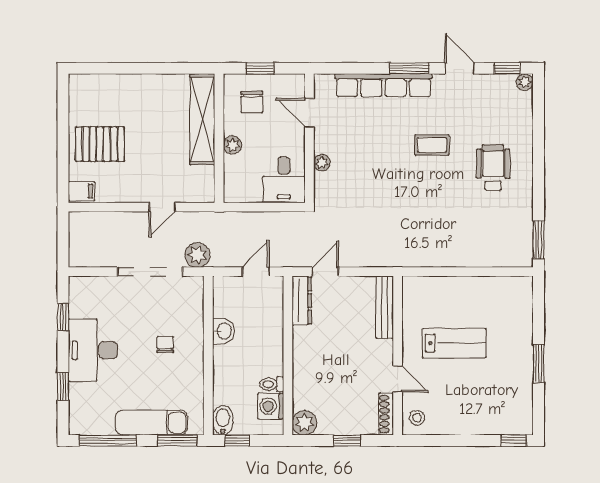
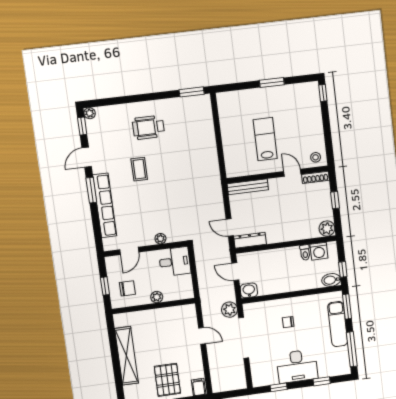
shelving: (202, 119) -> (127, 356), moved, turned 90
washbasin: (224, 331) -> (249, 290), moved
door: (398, 379) -> (292, 173), hinge flipped

